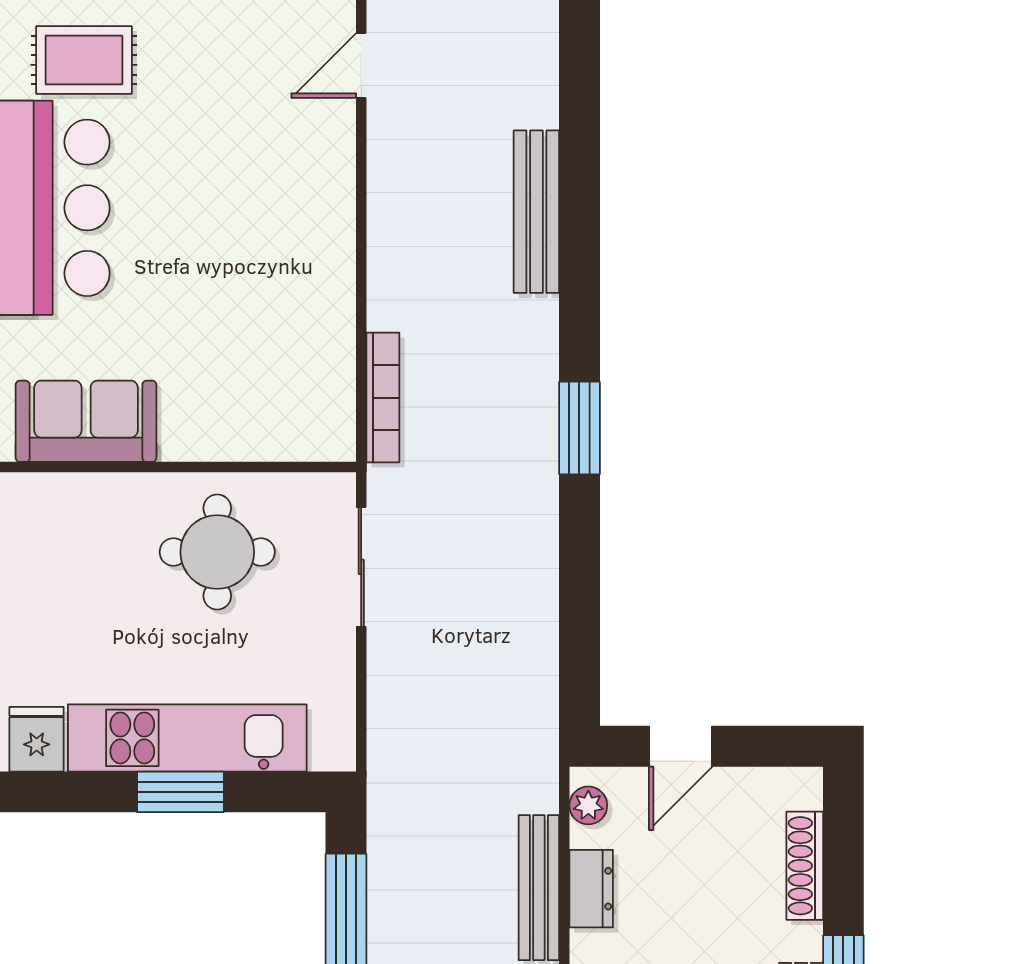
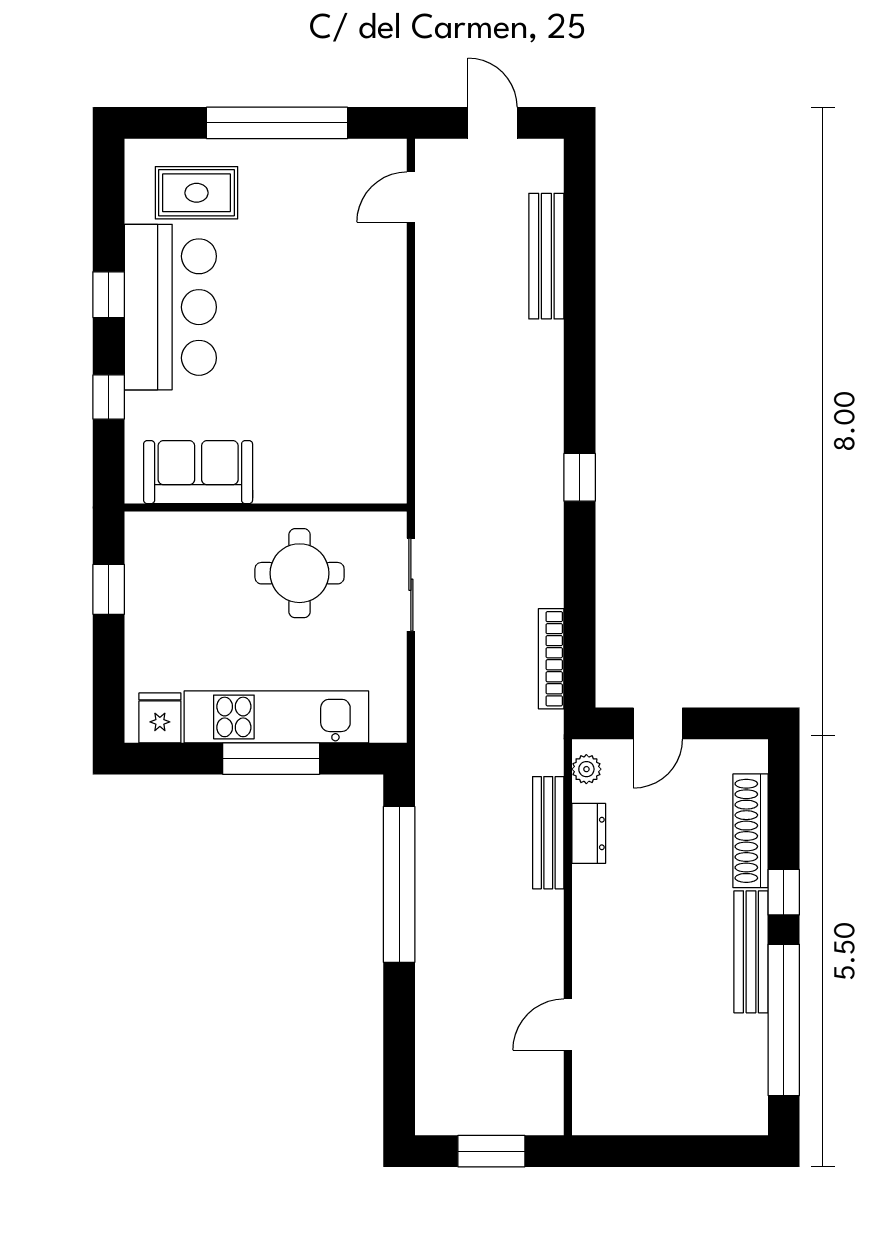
bench: (536, 212) -> (546, 256), moved
bookcase: (383, 398) -> (551, 659), moved, turned 180
window: (579, 428) -> (580, 477), width x0.67
window: (180, 792) -> (271, 759), width x1.44
shoe rack: (805, 866) -> (750, 831), width x1.36, depth x1.24

